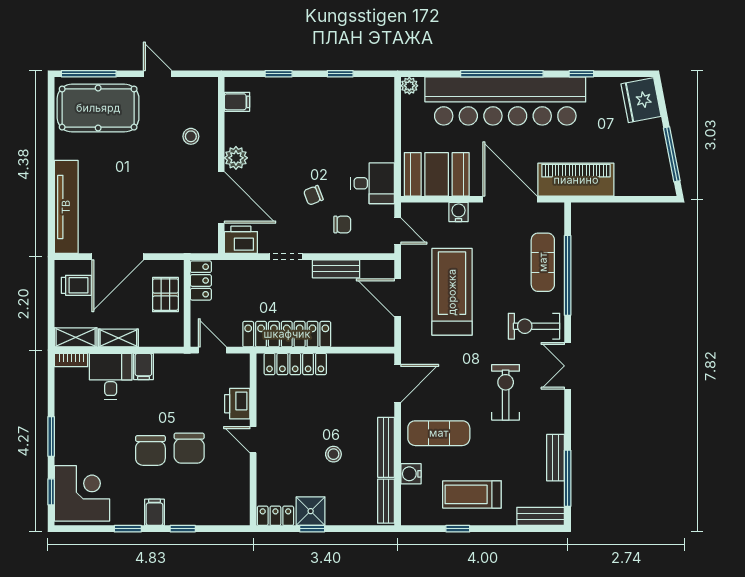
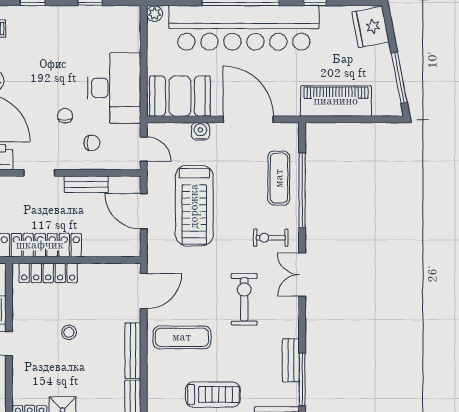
piano: (576, 180) -> (336, 101), moved
desk: (373, 183) -> (114, 88), width x1.87, depth x1.30
chair: (313, 195) -> (65, 116), turned 111
treadmill: (452, 292) -> (194, 206), turned 180
exercise bike: (534, 326) -> (271, 238), width x0.73, depth x0.72
stool: (333, 454) -> (69, 332), moved
water cooler: (411, 474) -> (156, 375), removed
treadmill: (472, 494) -> (213, 394), turned 180

